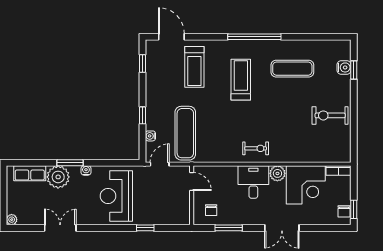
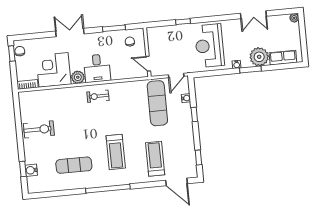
reception desk: (116, 196) -> (209, 46), turned 180

